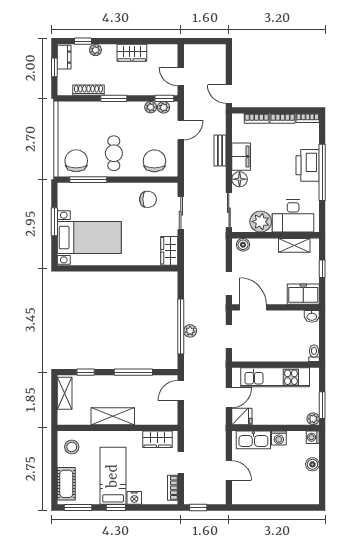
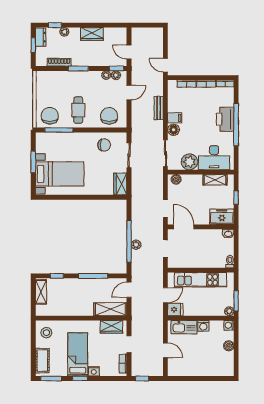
filing cabinet: (241, 157) -> (175, 118), width x0.50
shelving: (113, 416) -> (110, 309), moved

